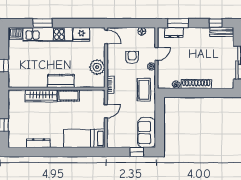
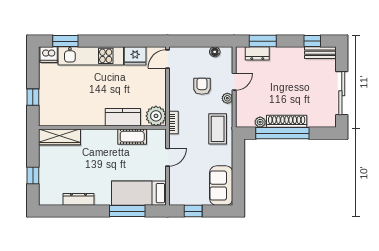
window: (42, 23) -> (65, 41), moved
door: (106, 37) -> (168, 59), swing flipped
plant: (97, 67) -> (156, 116), moved
kitchen counter: (61, 81) -> (123, 117), moved
window: (193, 93) -> (282, 133), added
wardrobe: (41, 96) -> (59, 137), moved
cot: (69, 96) -> (132, 137), moved
window: (76, 152) -> (127, 211), added
window: (137, 152) -> (193, 211), moved

